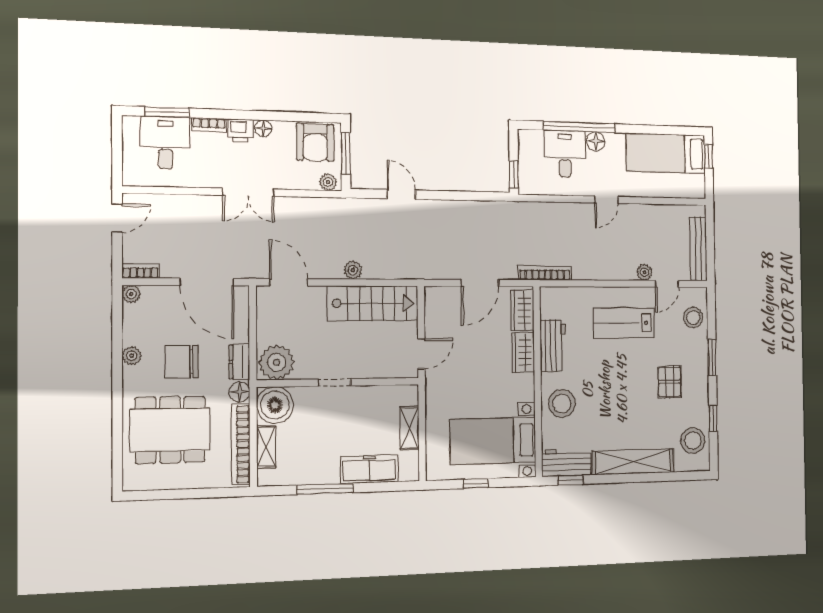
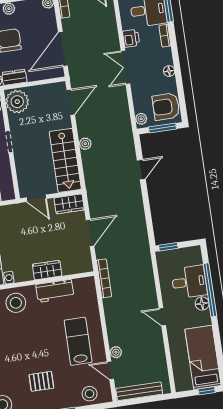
printer: (240, 131) -> (131, 38), moved, turned 180
door: (480, 283) -> (90, 233), swing flipped
wardrobe: (522, 310) -> (69, 204), moved, turned 180

